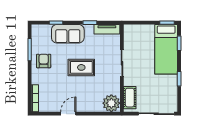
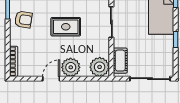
armchair: (44, 61) -> (23, 20), turned 99
plant: (86, 104) -> (71, 67), added

